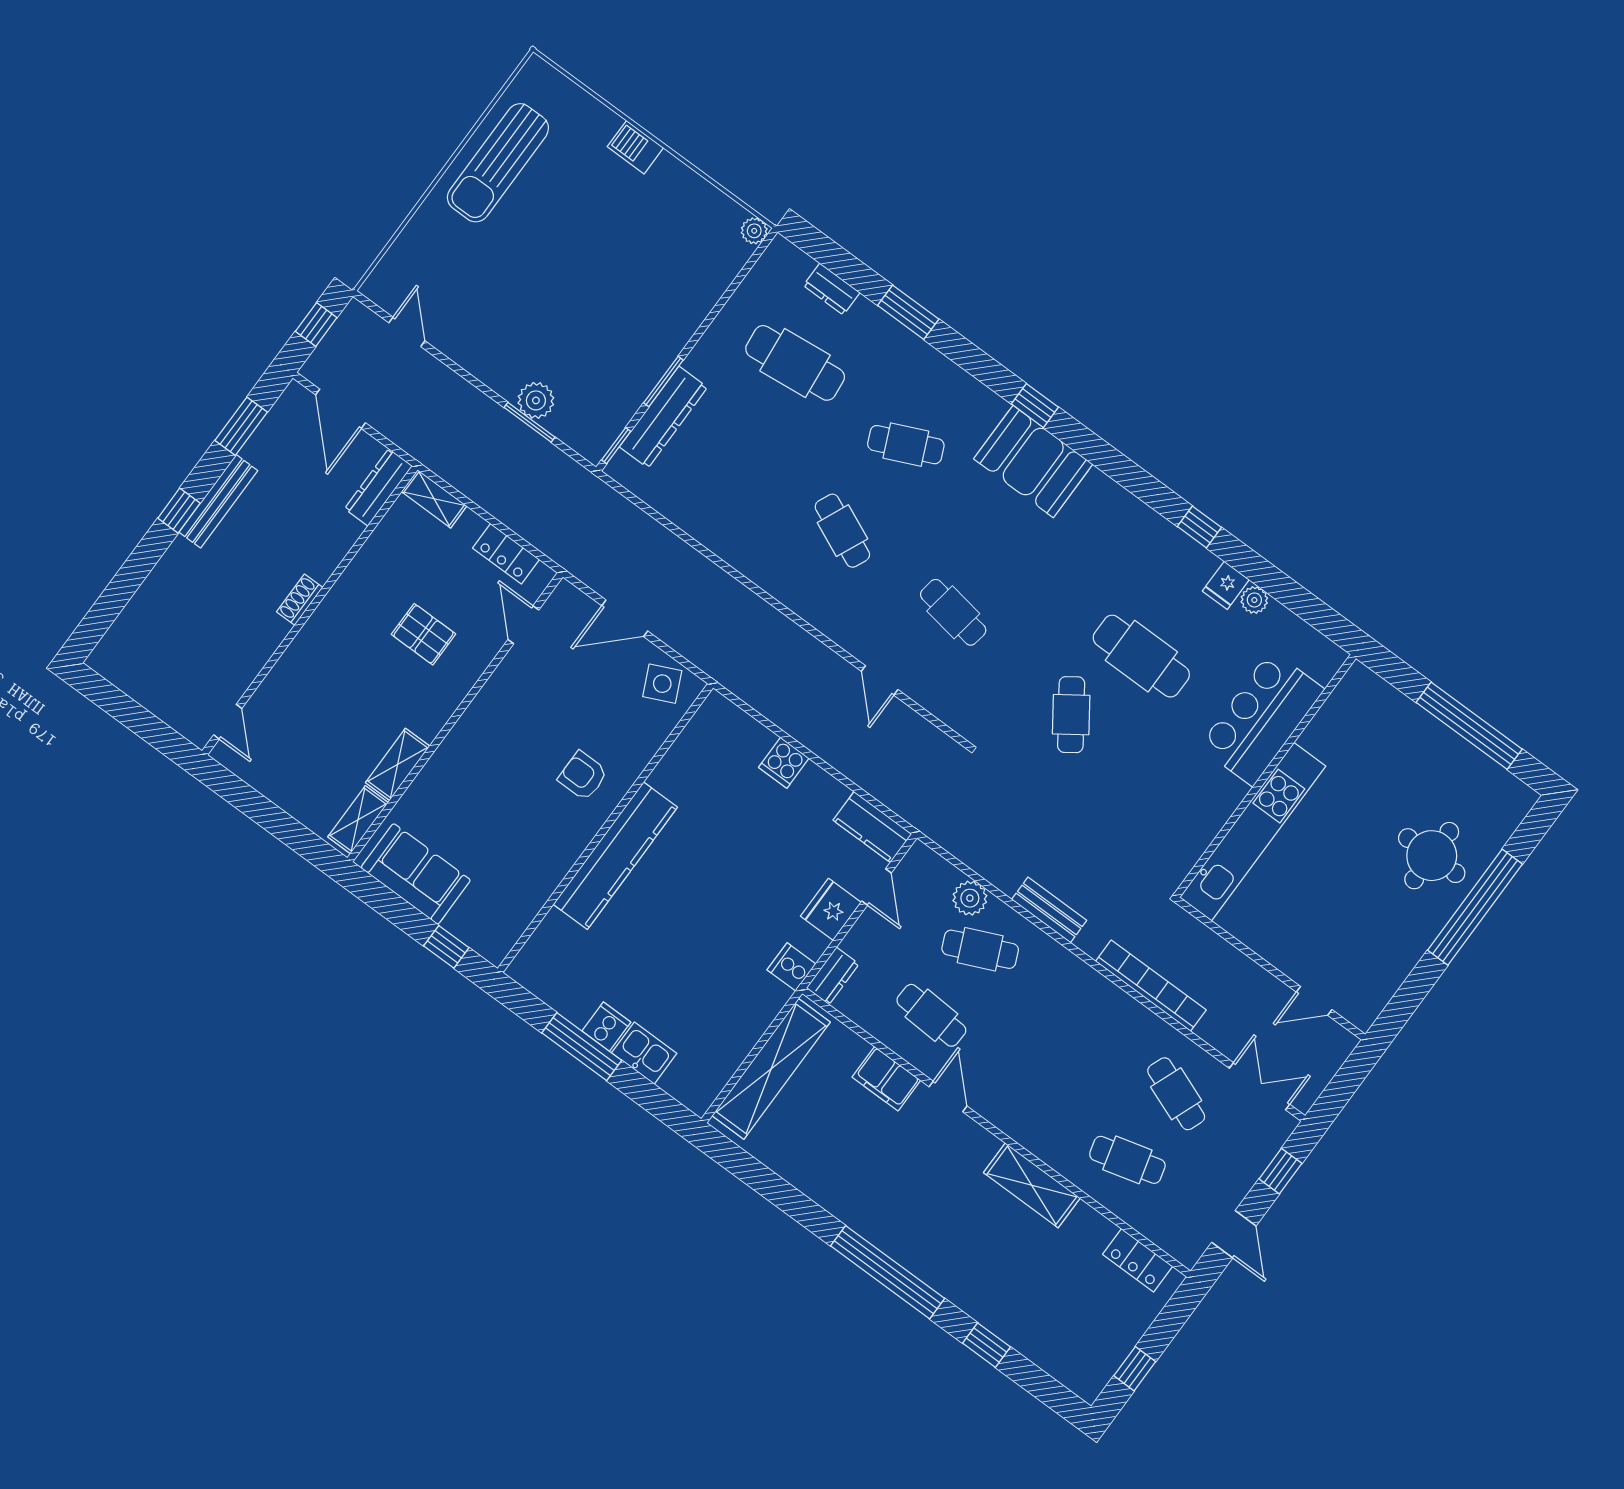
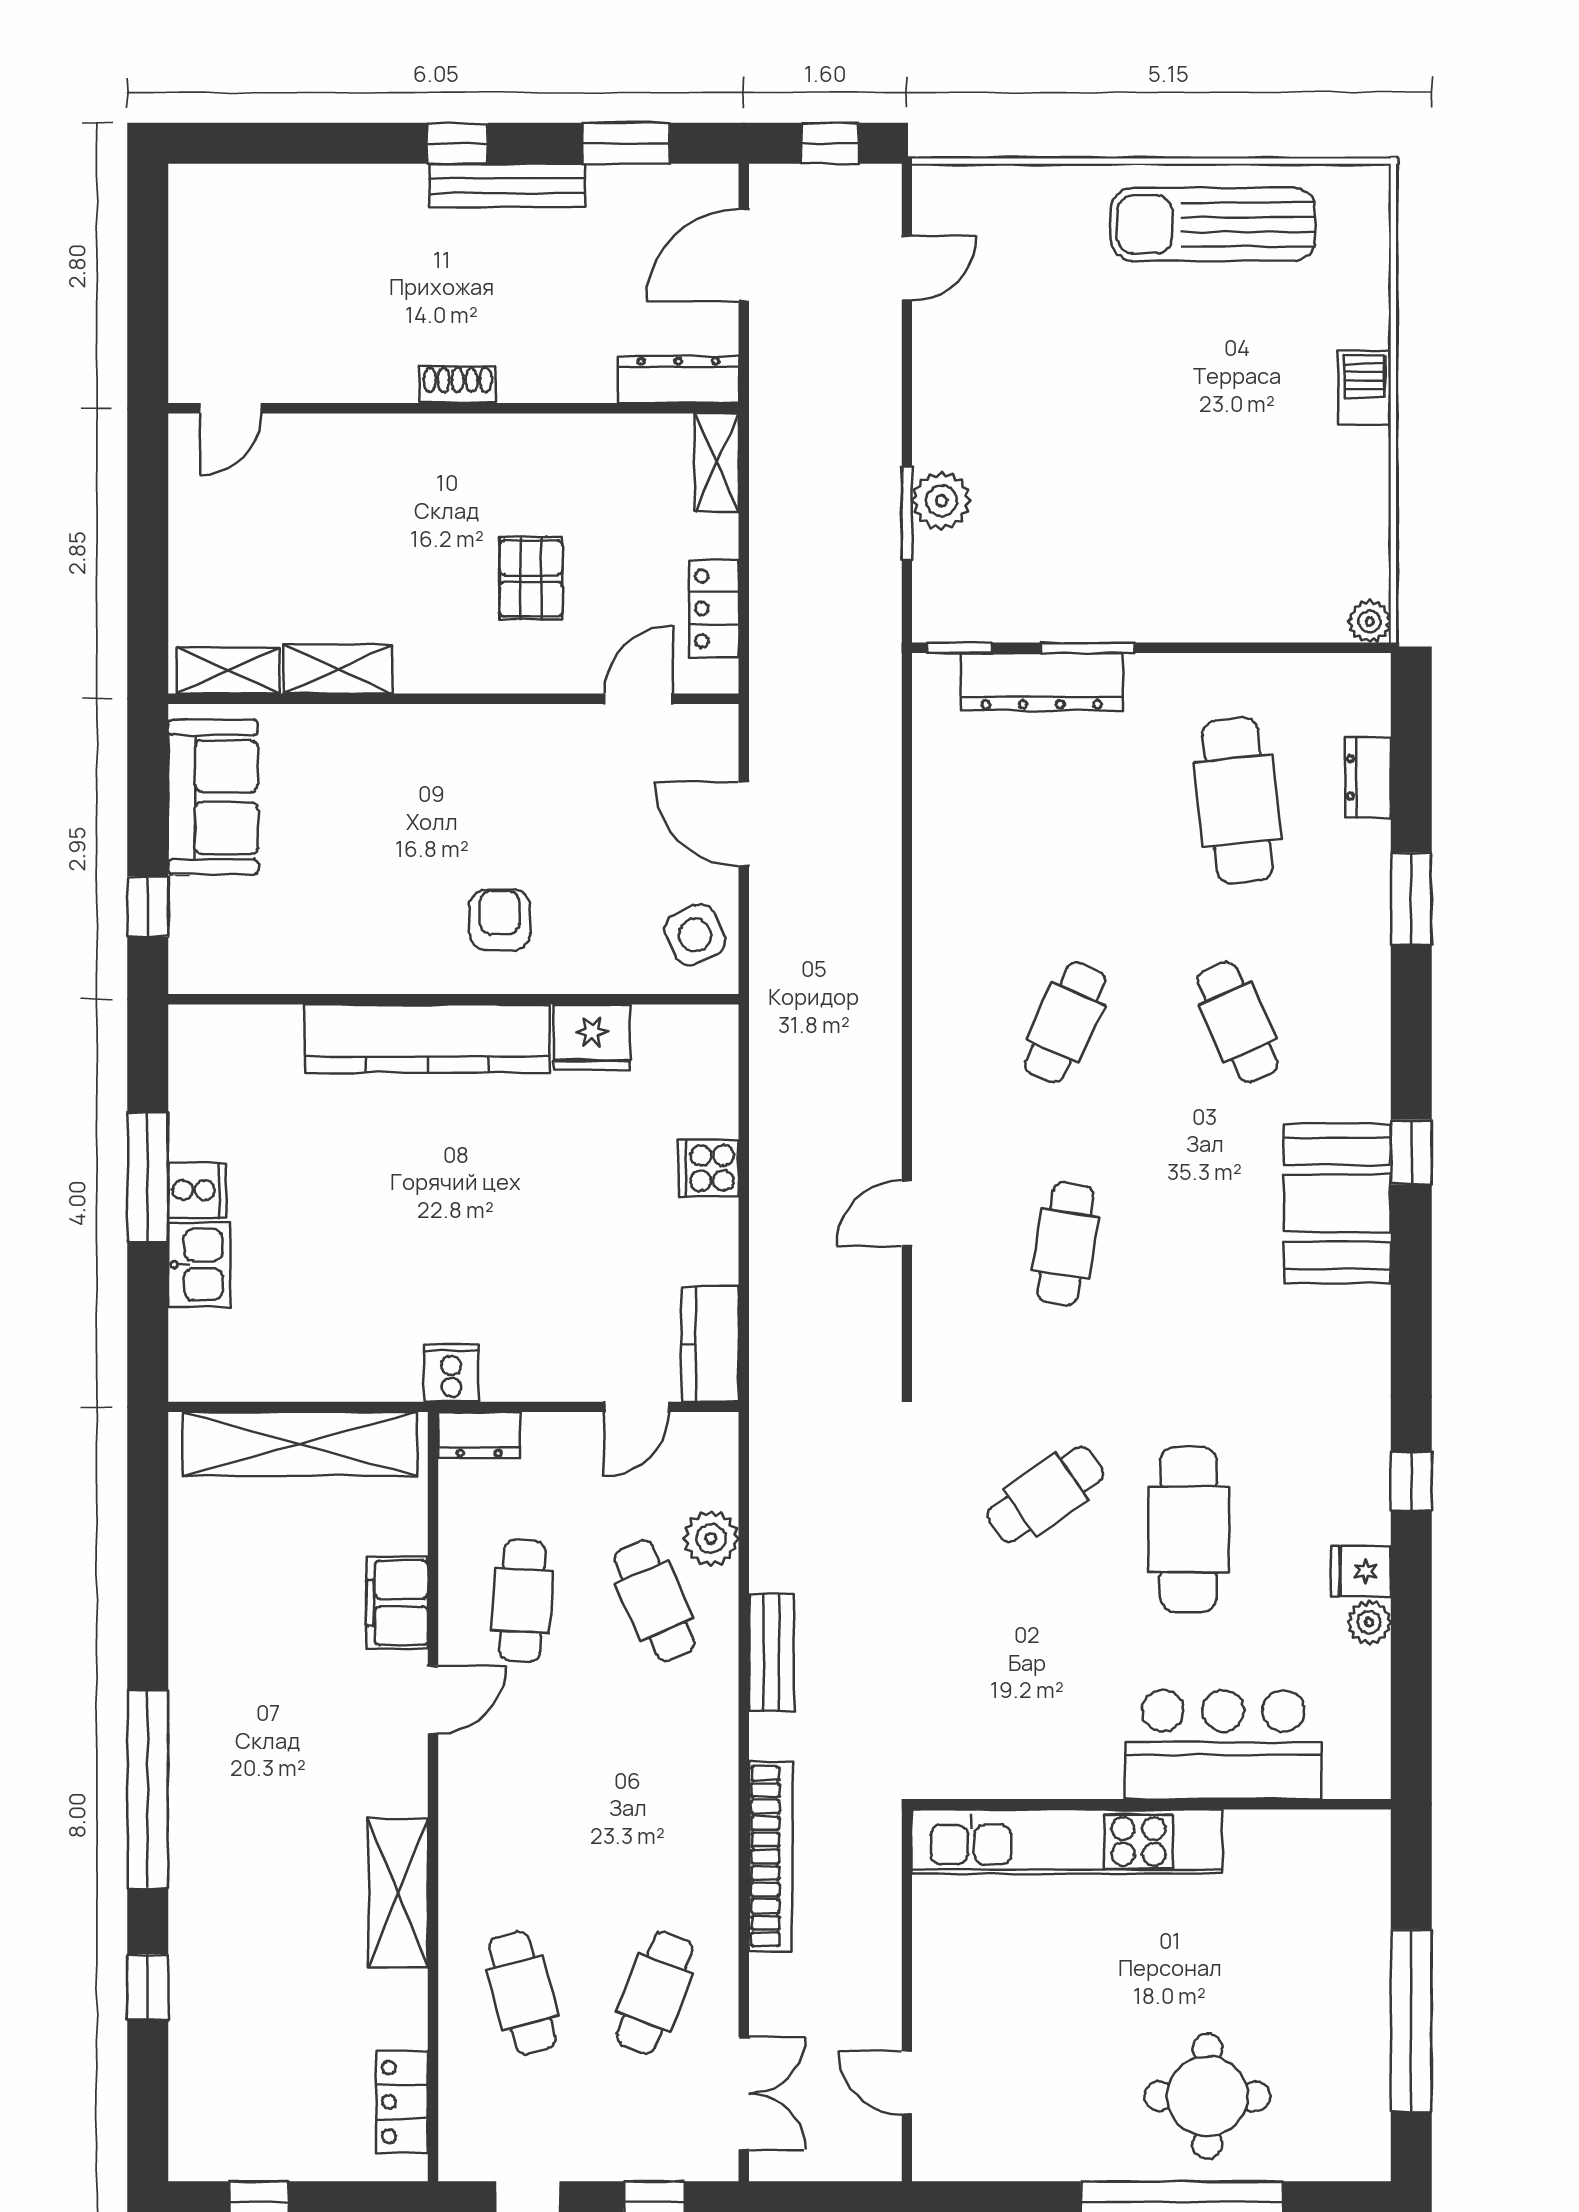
fridge: (831, 909) -> (592, 1037), moved, turned 180

